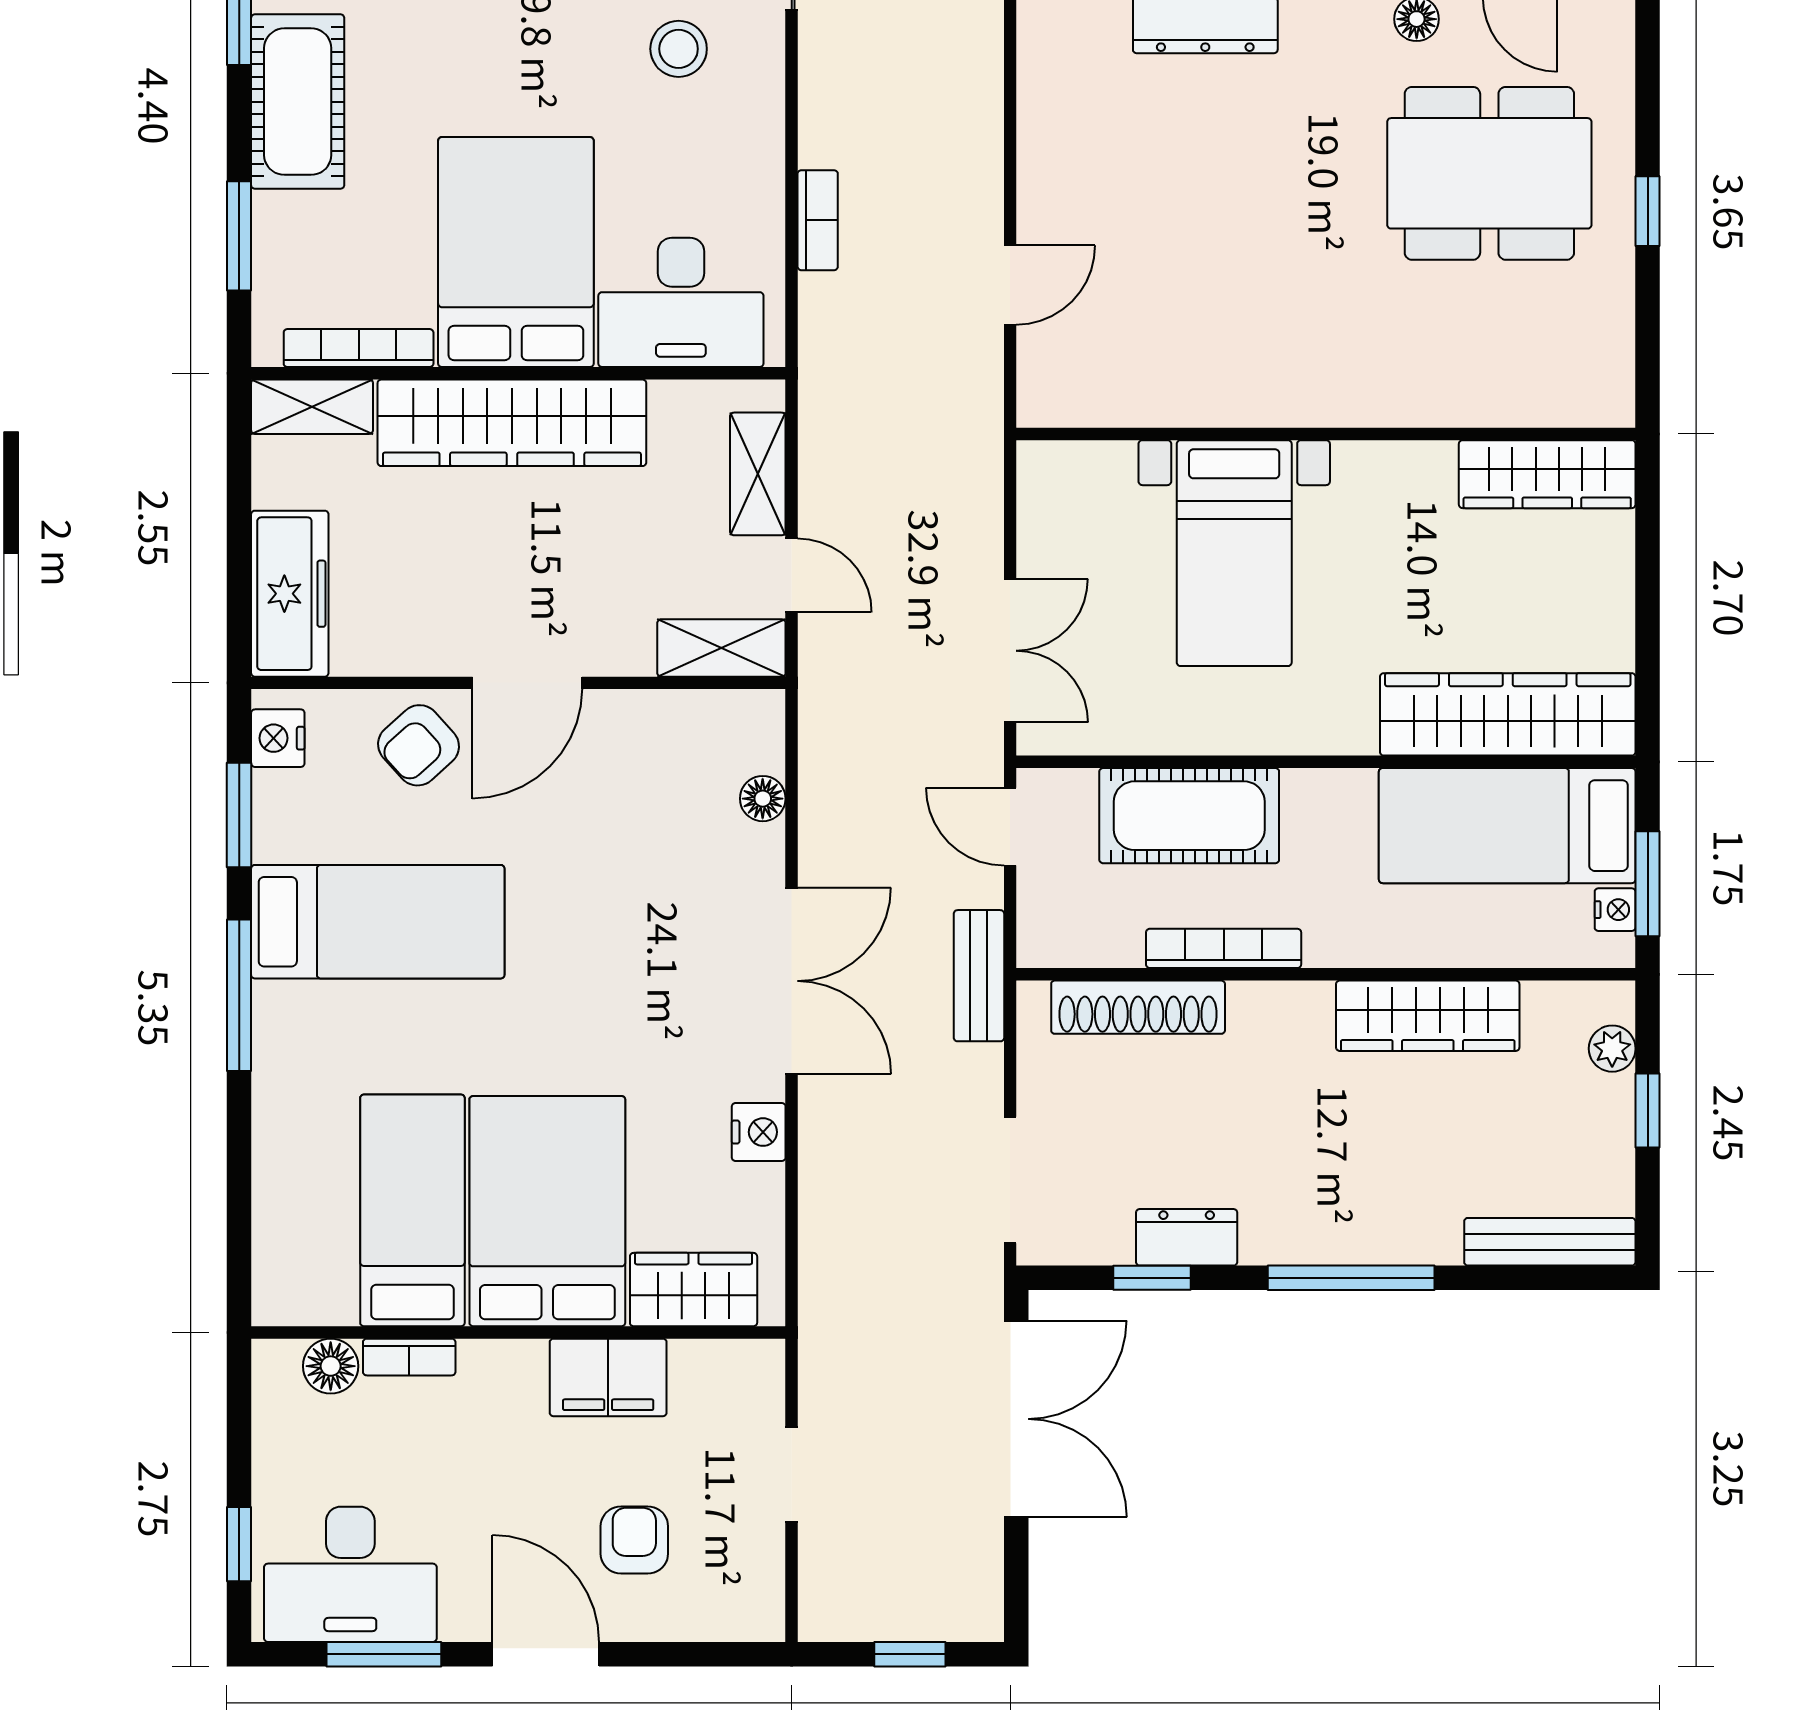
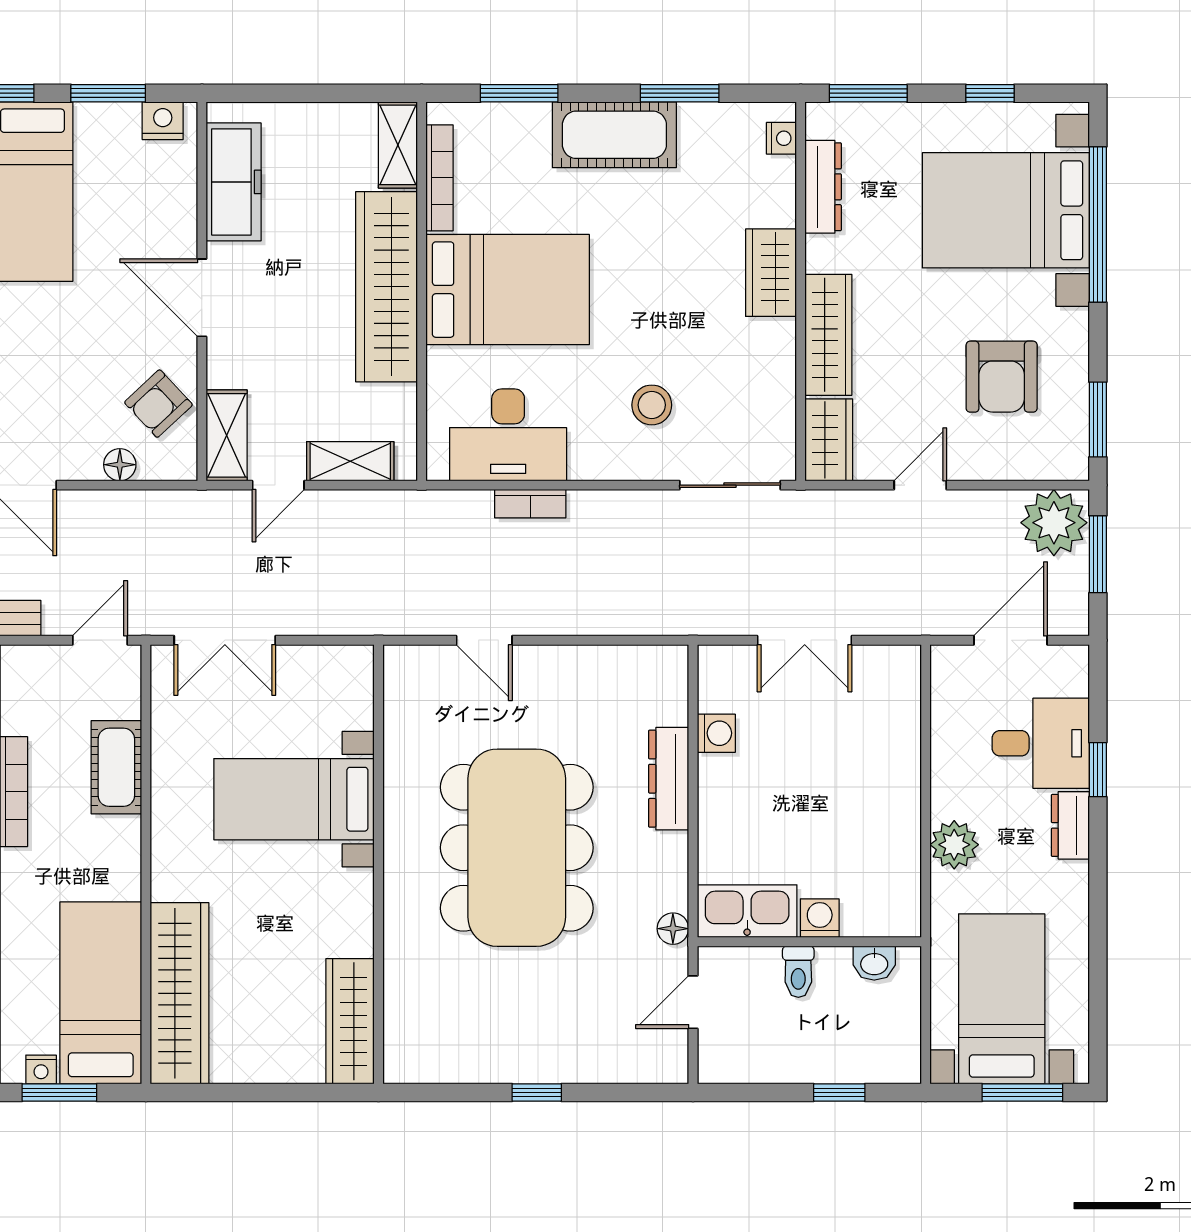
dining table: (1489, 173) -> (517, 848), moved, width x1.36, depth x1.24
desk: (681, 302) -> (508, 435), moved, turned -90
freezer: (290, 594) -> (234, 182), moved, turned -90
armchair: (419, 745) -> (158, 404), moved, turned -91
cot: (1189, 816) -> (116, 767), width x0.73, depth x0.75

